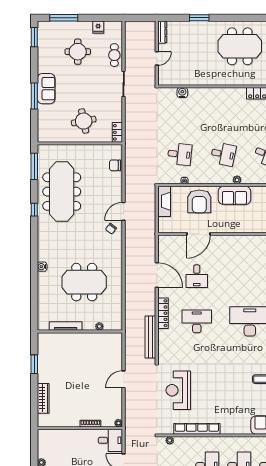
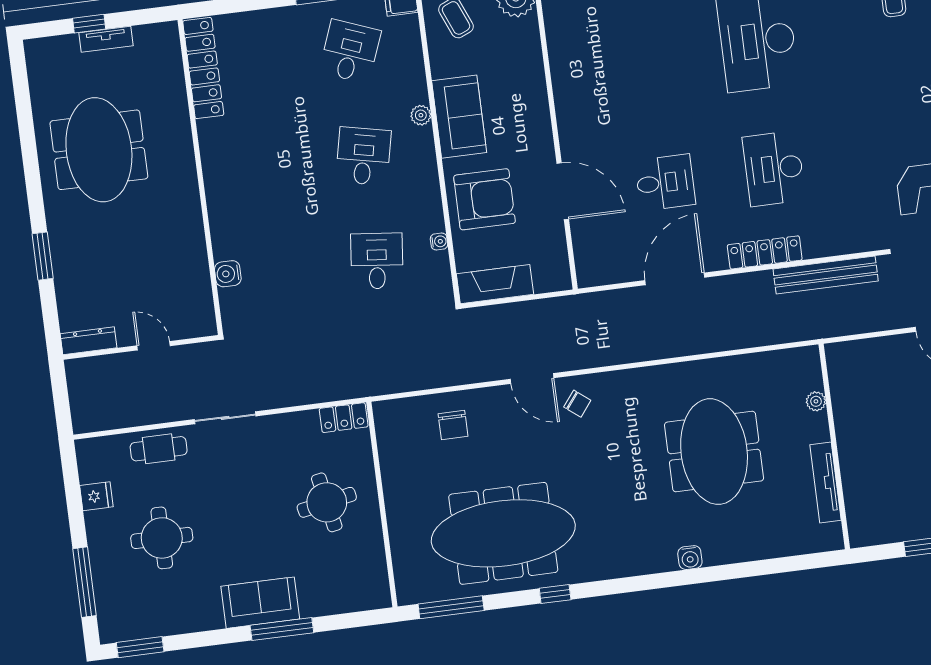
chair: (115, 165) -> (453, 425), moved

